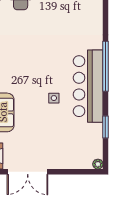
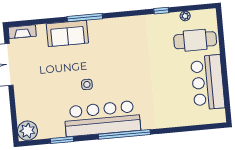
plant: (98, 164) -> (27, 131), width x1.88, depth x1.88

